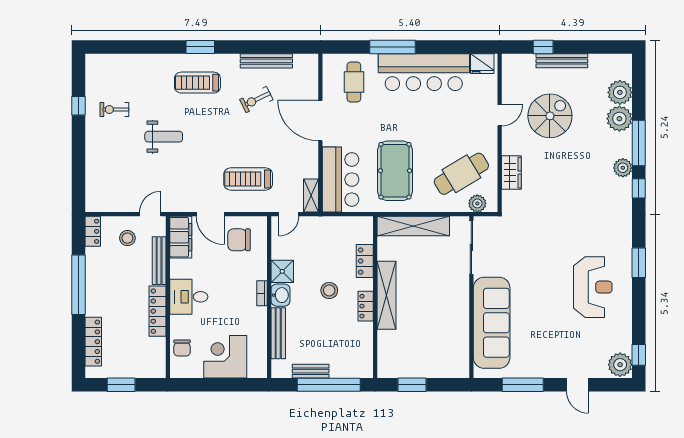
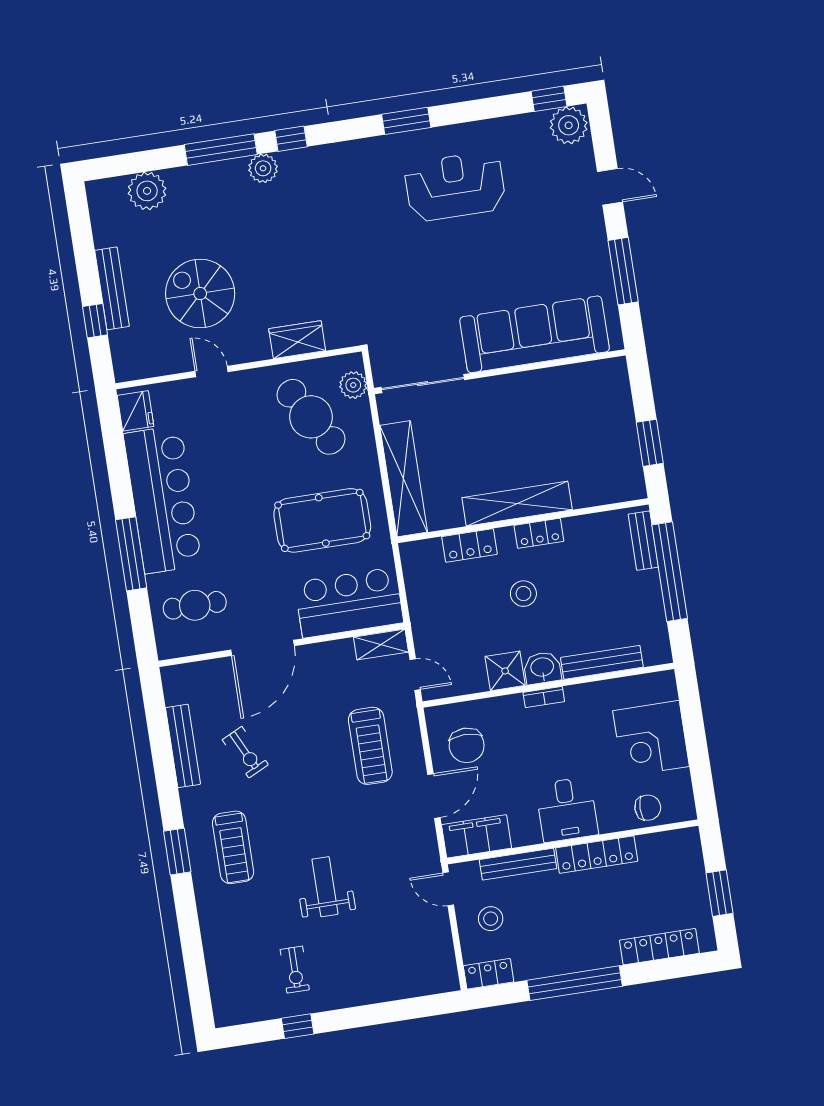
plant: (619, 119) -> (188, 185), removed
bench: (311, 371) -> (643, 541), moved
door: (577, 385) -> (610, 187), hinge flipped

